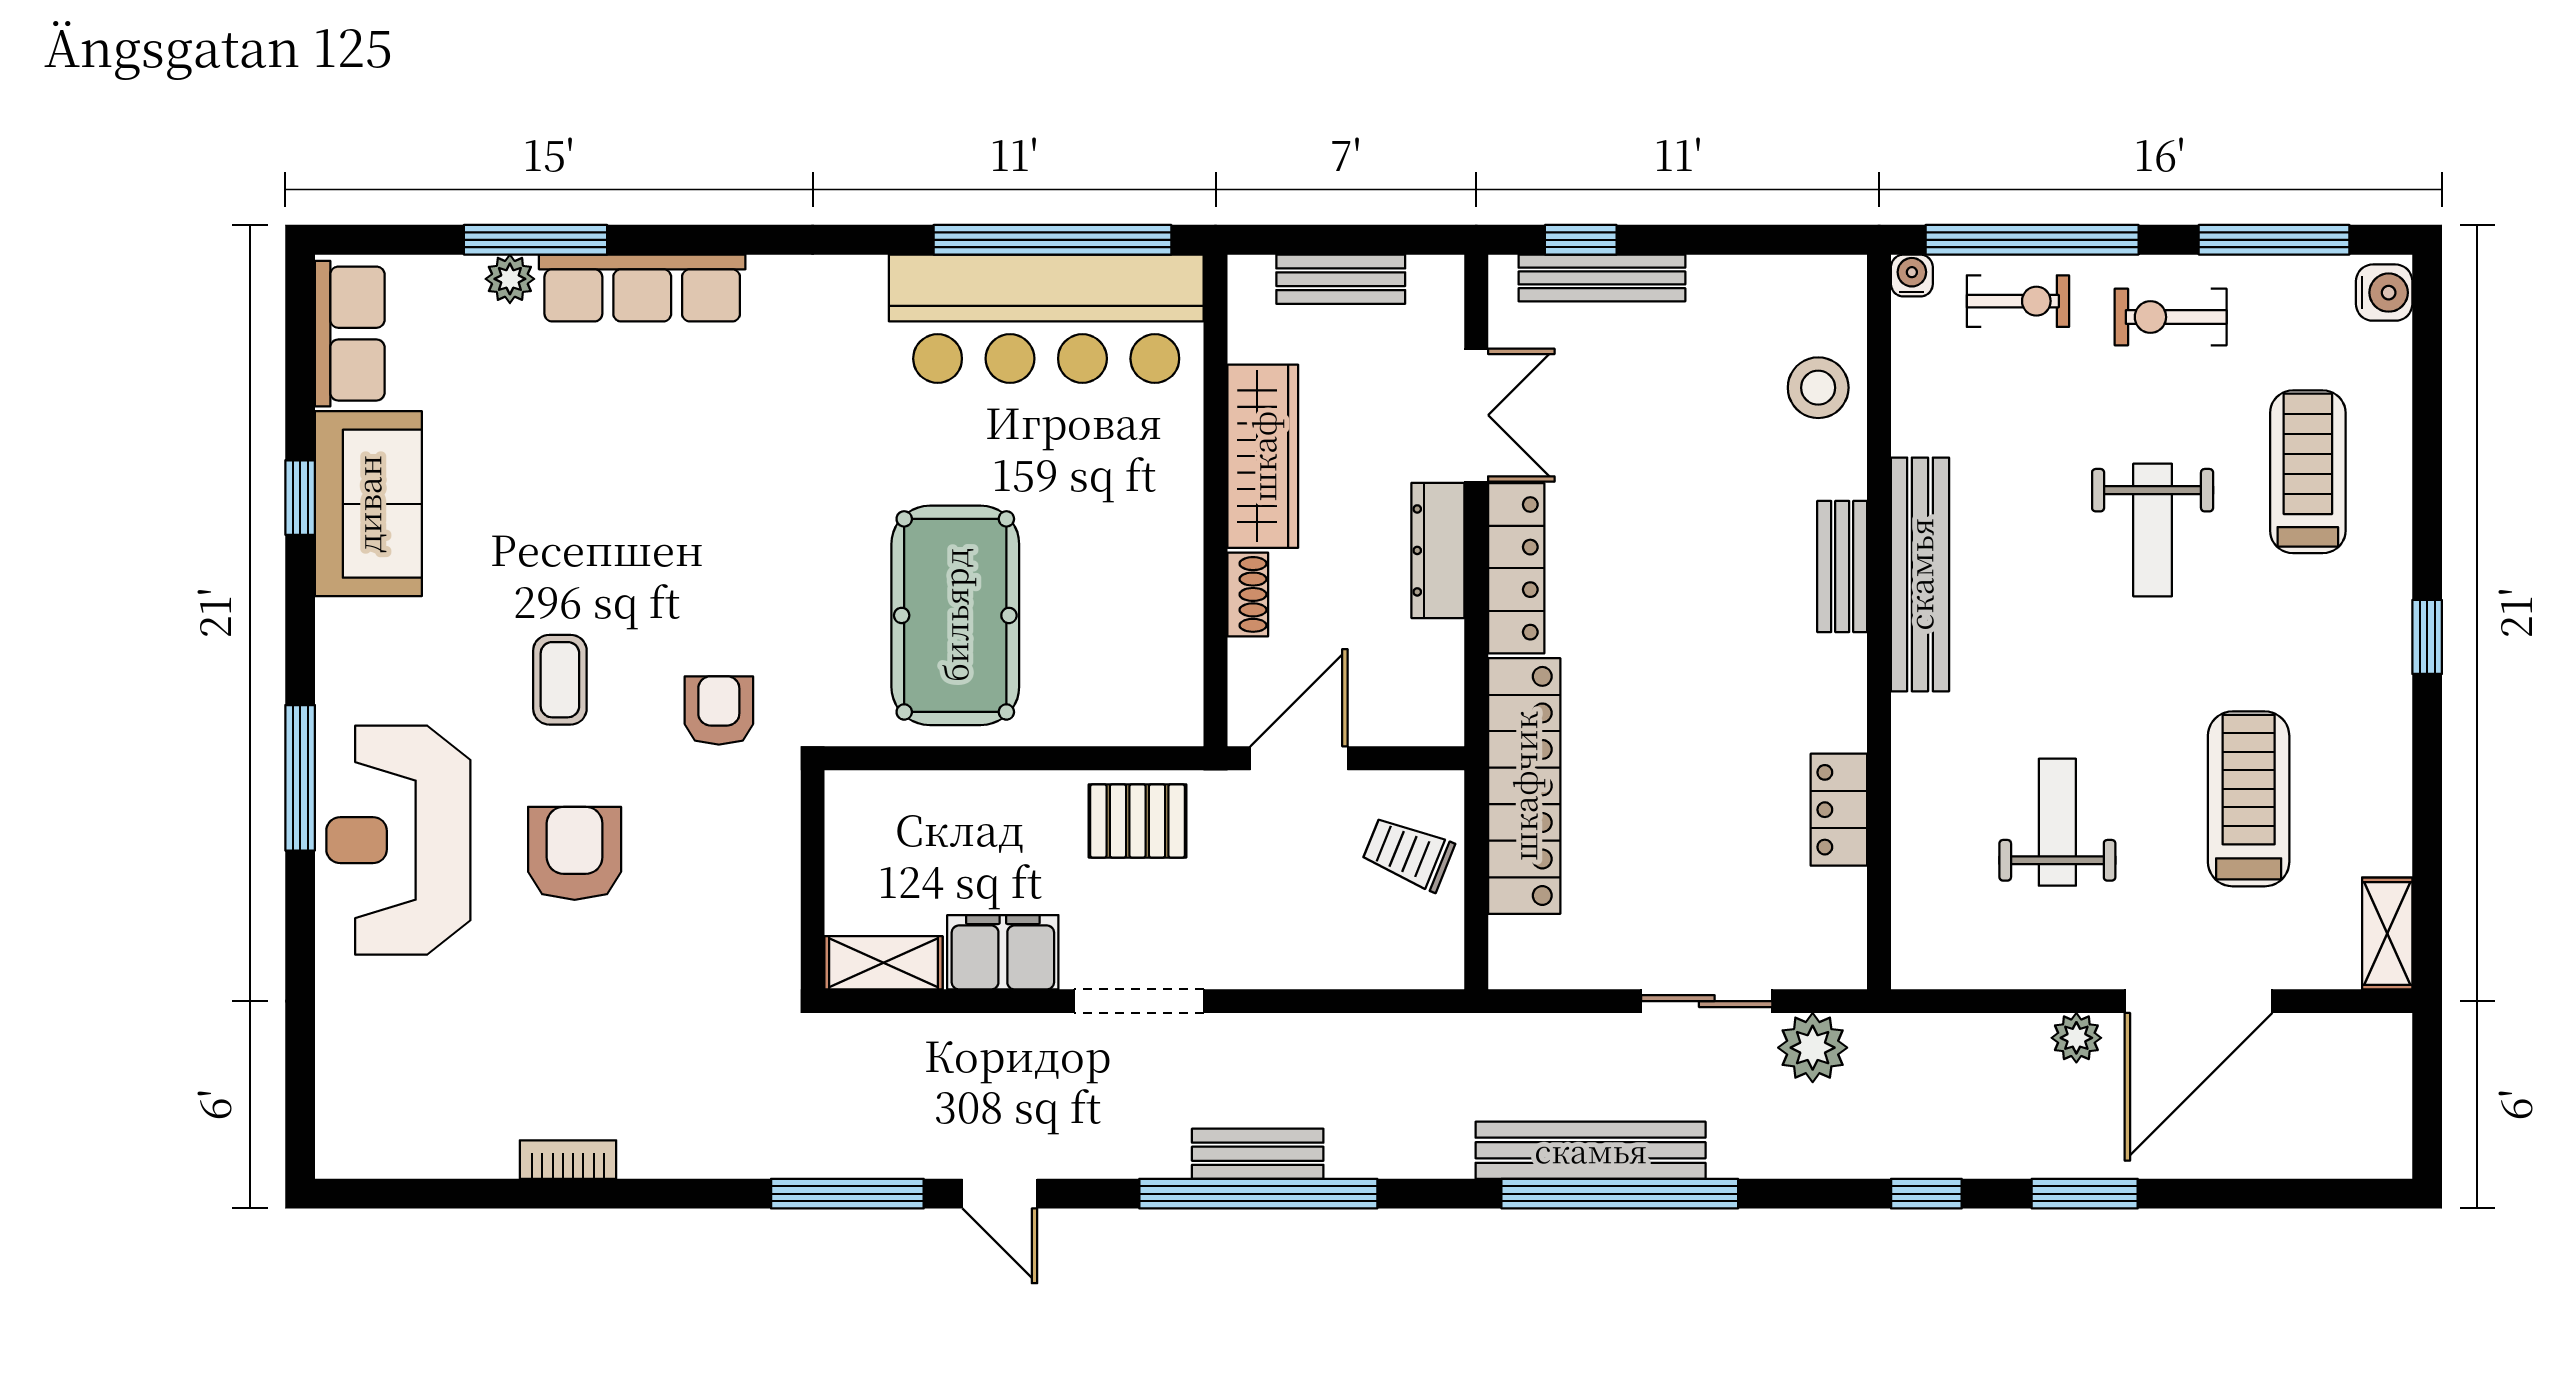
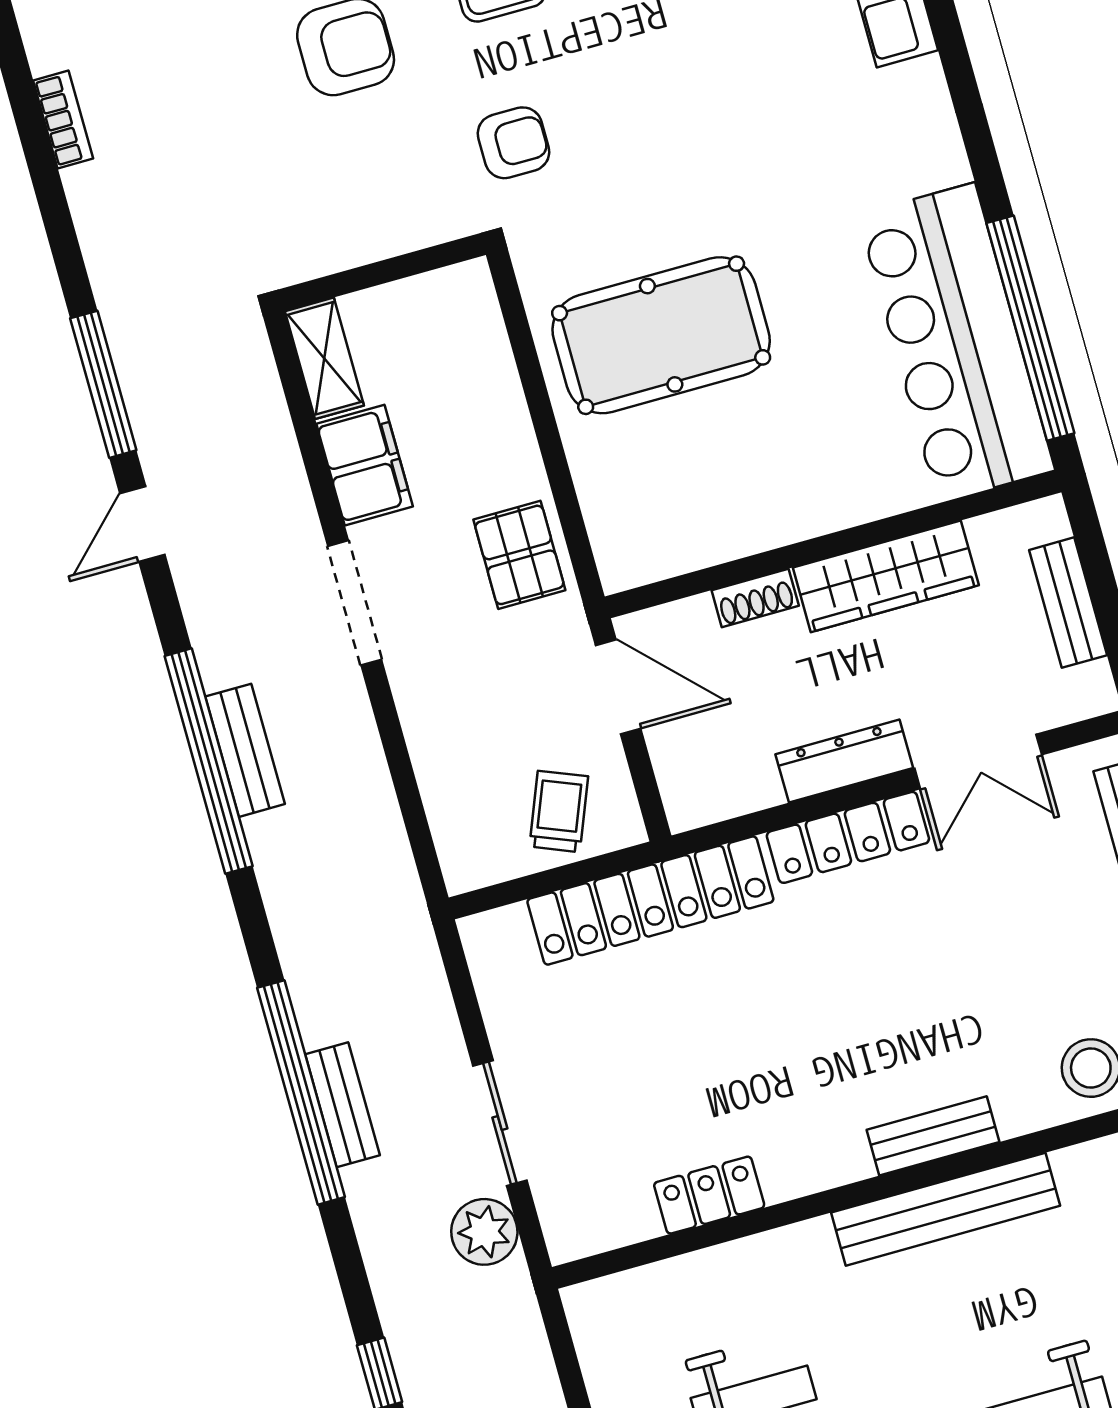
bench: (1591, 1150) -> (342, 1105), width x0.54, depth x0.82

